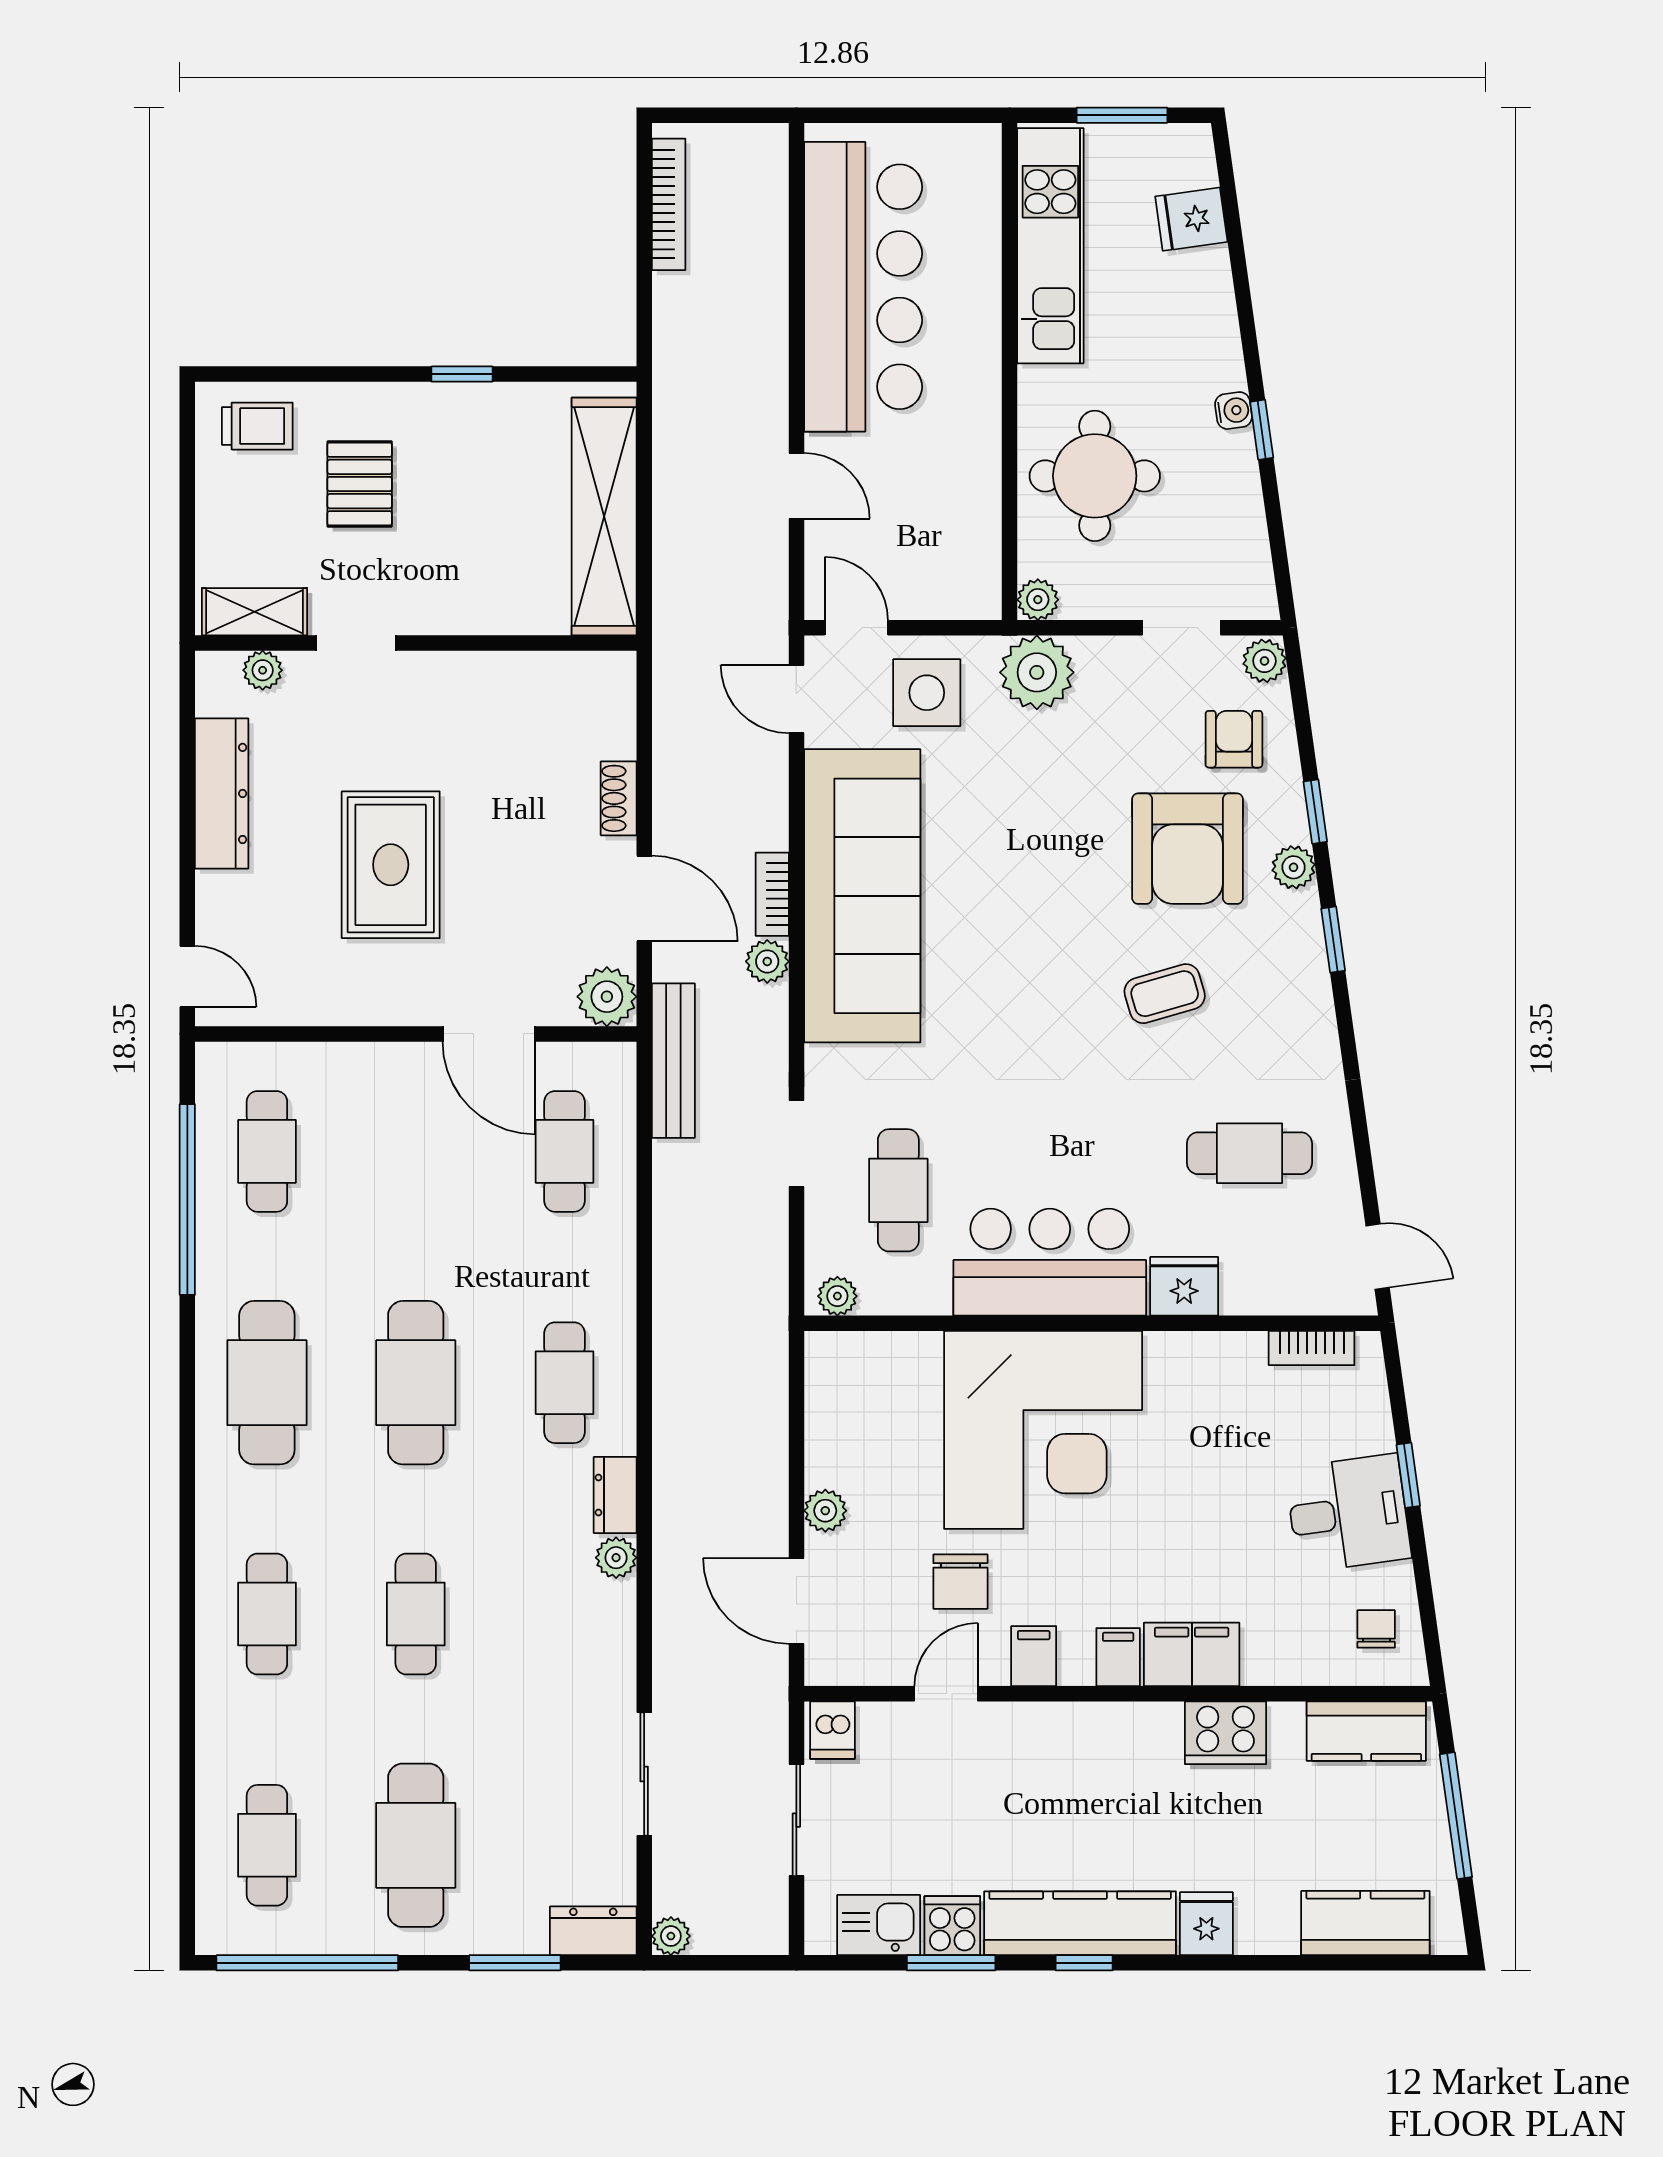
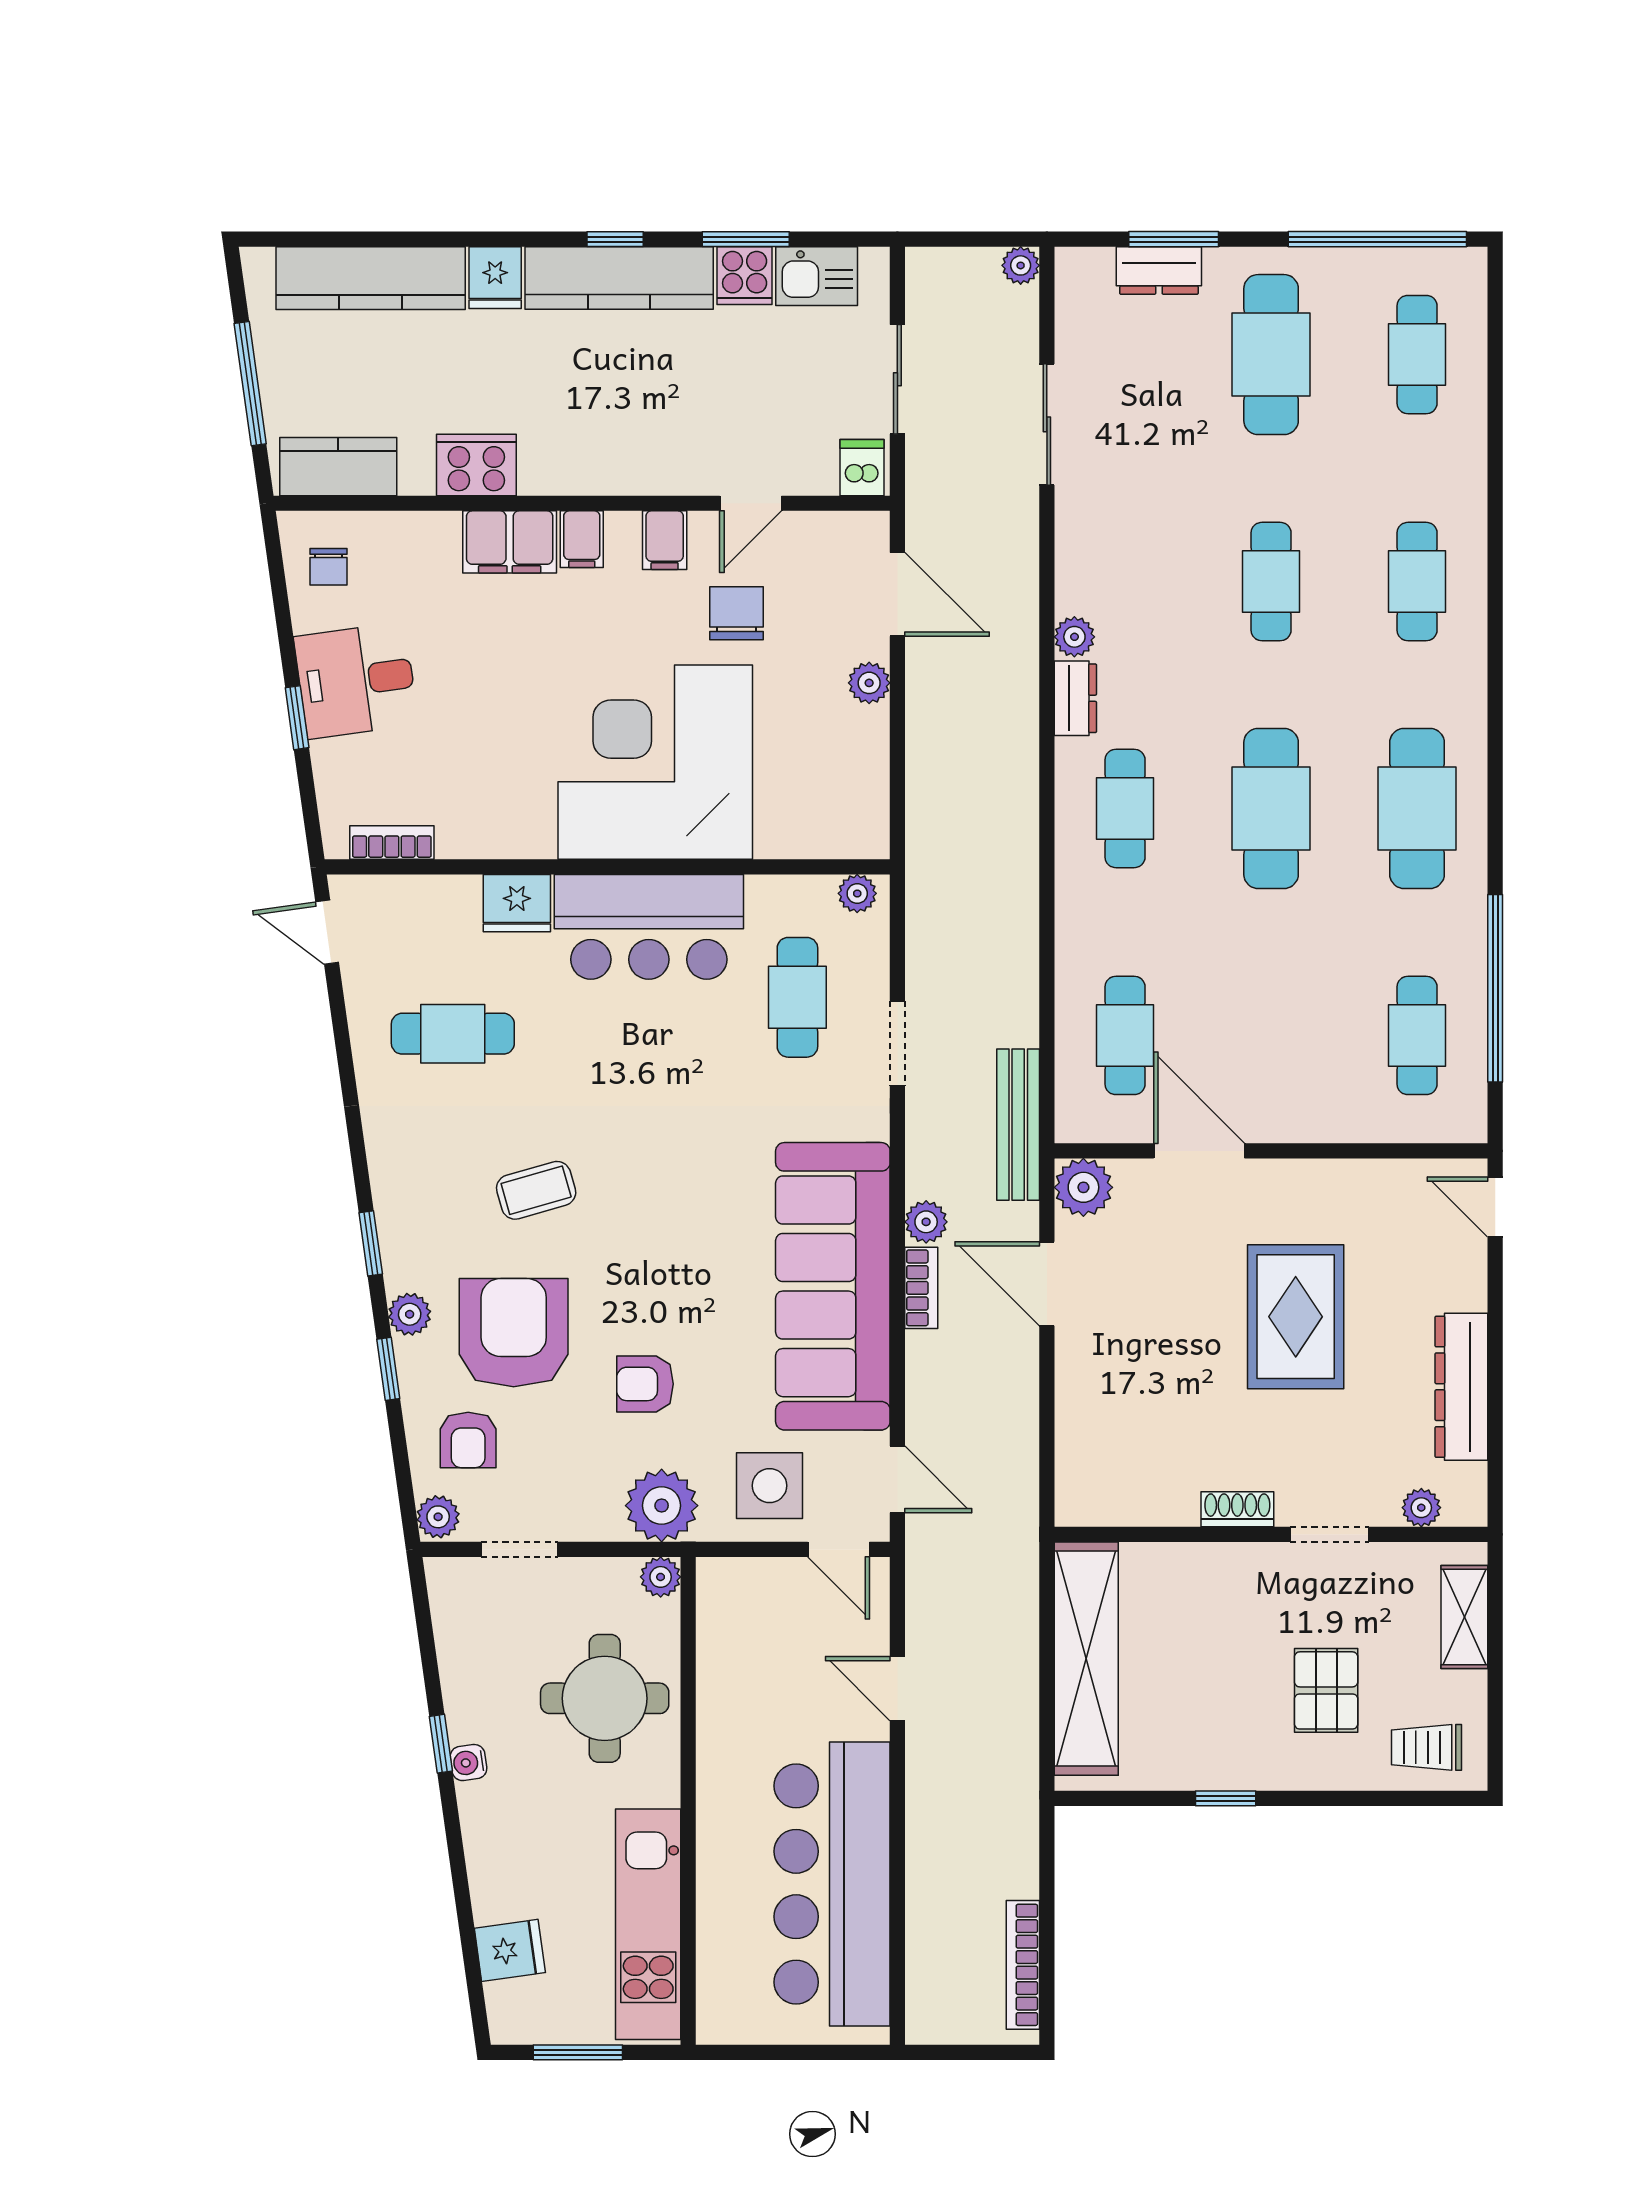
shelving: (254, 612) -> (1464, 1617), moved, turned 90
armchair: (1054, 796) -> (645, 1384), added
shoe rack: (619, 798) -> (1237, 1509), moved, turned -90
kitchen counter: (1365, 1923) -> (371, 278), width x1.50
dresser: (593, 1931) -> (1159, 271), moved

